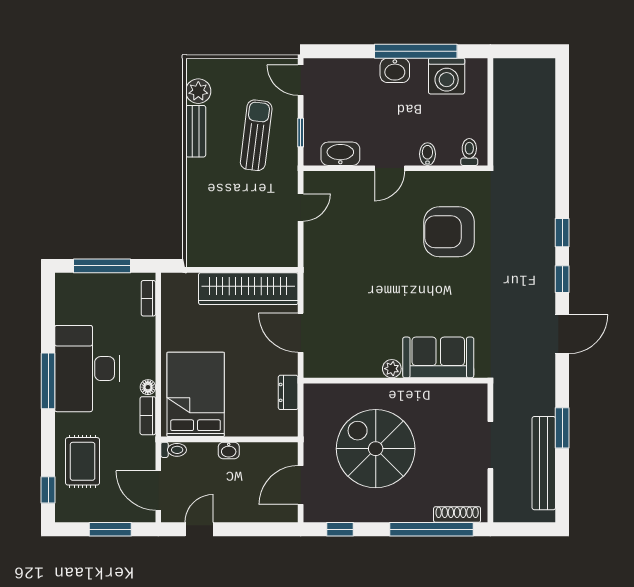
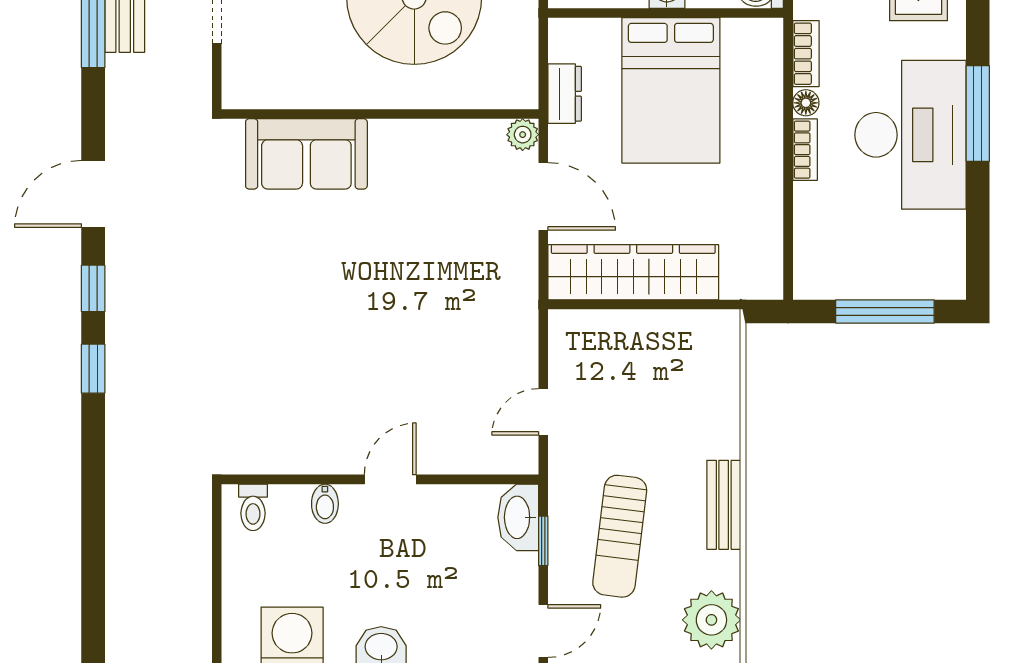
door: (301, 80) -> (543, 631), hinge flipped
plant: (198, 91) -> (711, 620), width x1.36, depth x1.36
bench: (196, 131) -> (724, 505), moved
washbasin: (340, 154) -> (518, 517), moved, turned 90
armchair: (449, 232) -> (288, 370), removed
bookcase: (148, 298) -> (805, 150), moved
plant: (392, 369) -> (523, 135), moved
bed: (196, 394) -> (671, 90), moved

